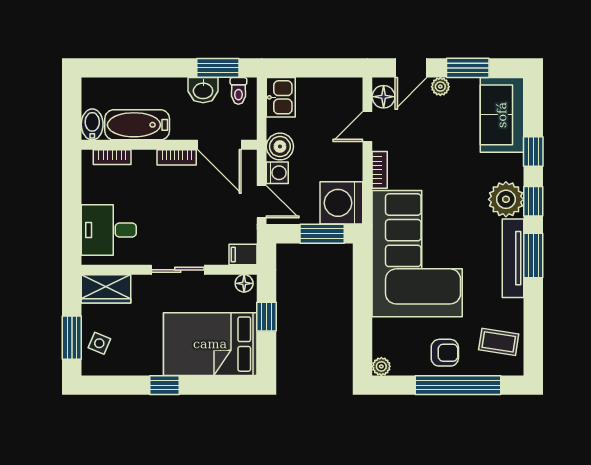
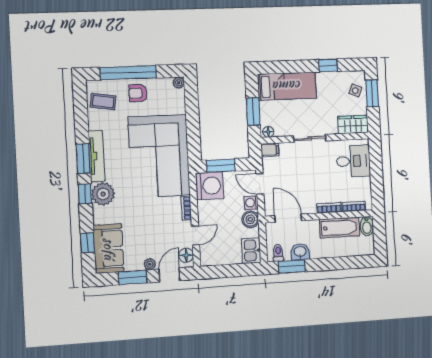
window: (533, 152) -> (87, 243), moved
bookcase: (177, 157) -> (329, 208), moved
window: (266, 317) -> (253, 111), width x1.50
bed: (210, 344) -> (287, 86), width x0.67
window: (165, 385) -> (328, 65), moved

